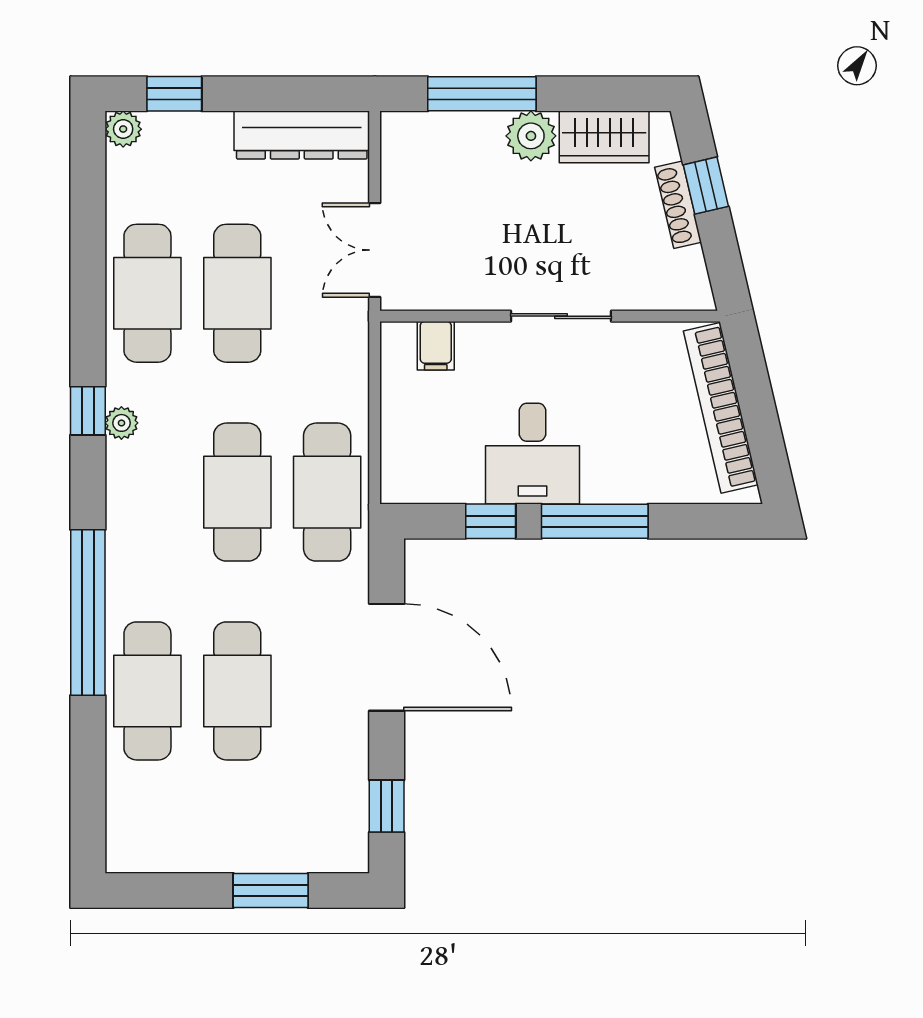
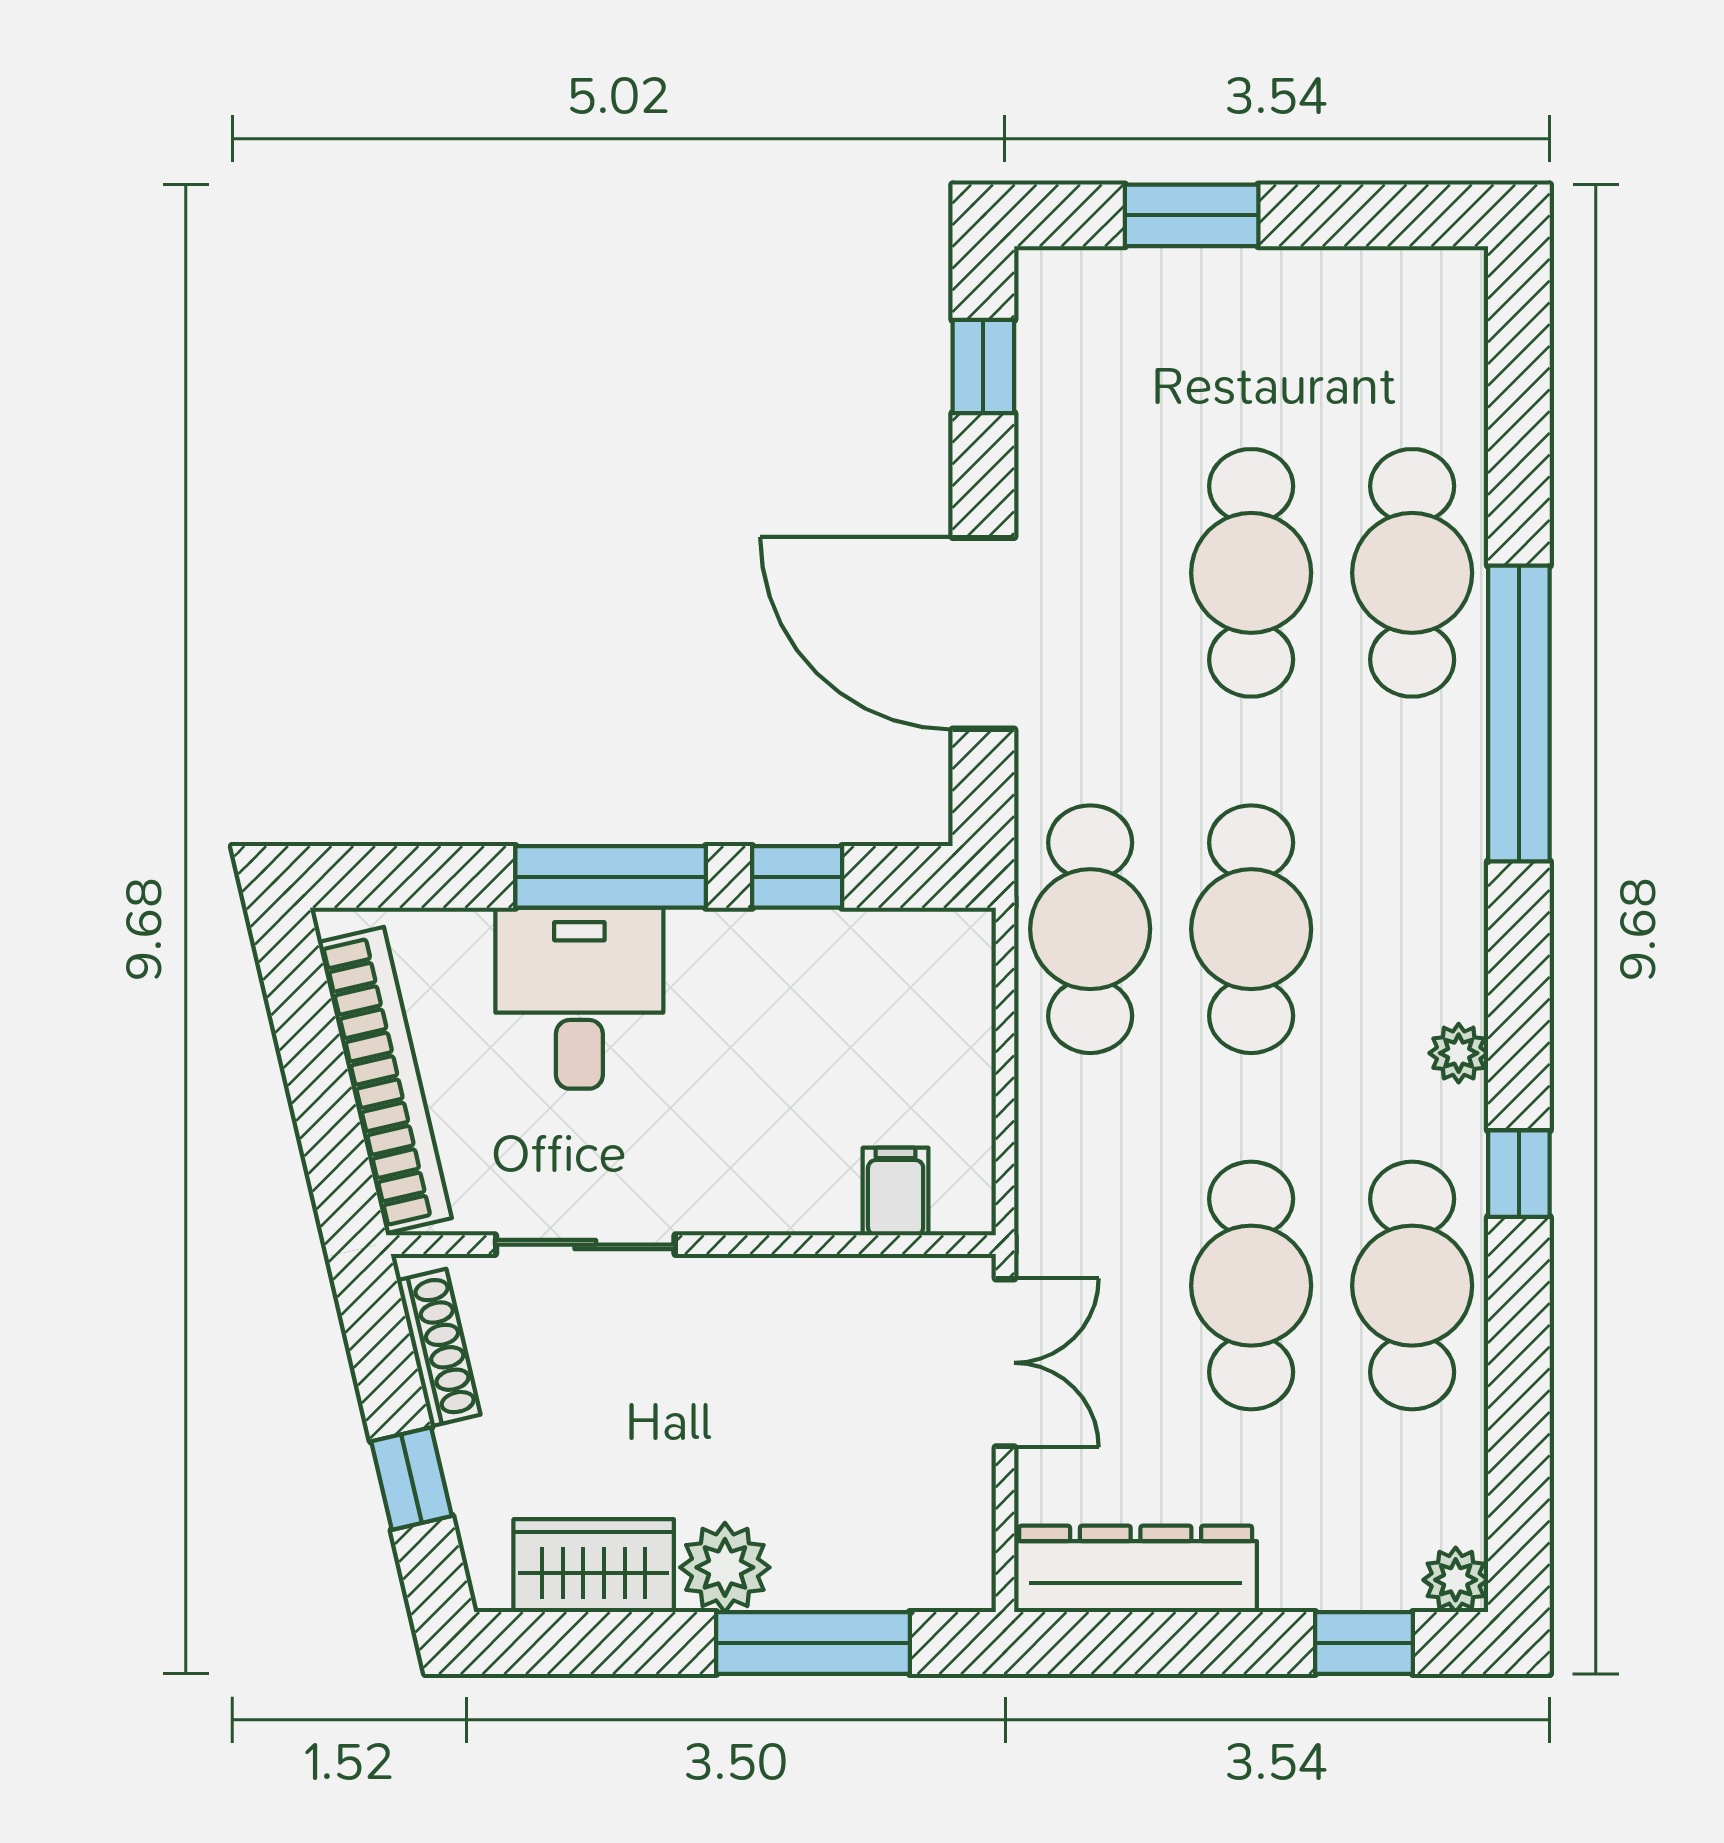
shoe rack: (678, 205) -> (439, 1347), moved
sliding door: (561, 316) -> (585, 1245), moved
window: (88, 411) -> (1519, 1174), moved
desk: (532, 454) -> (579, 998), moved

